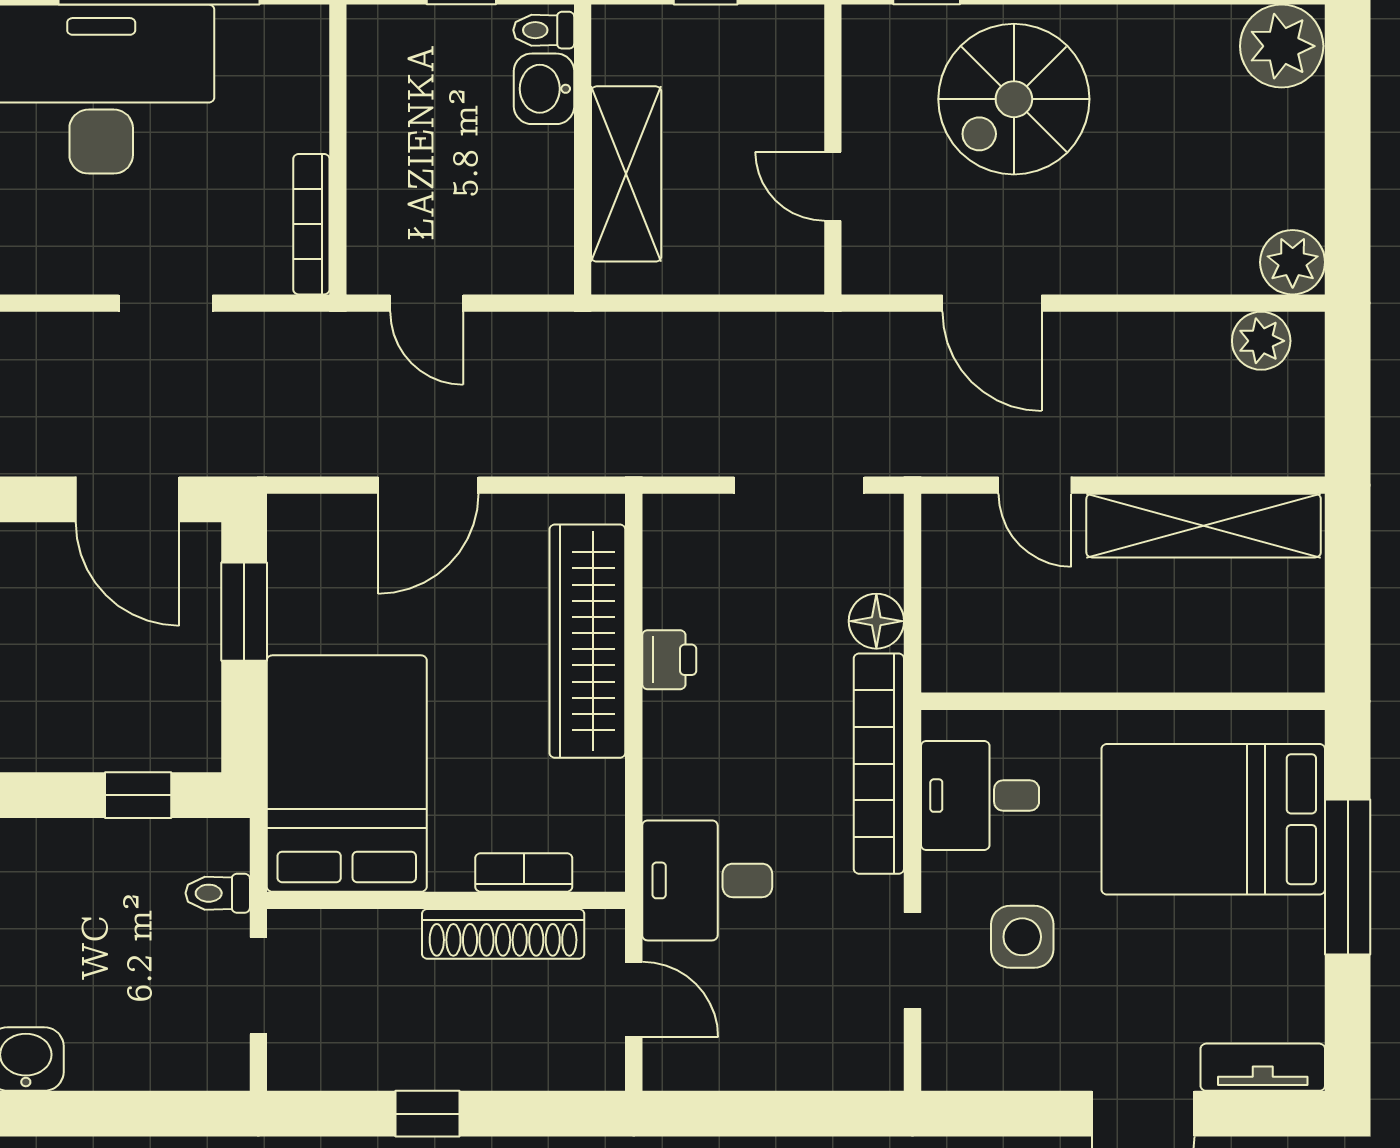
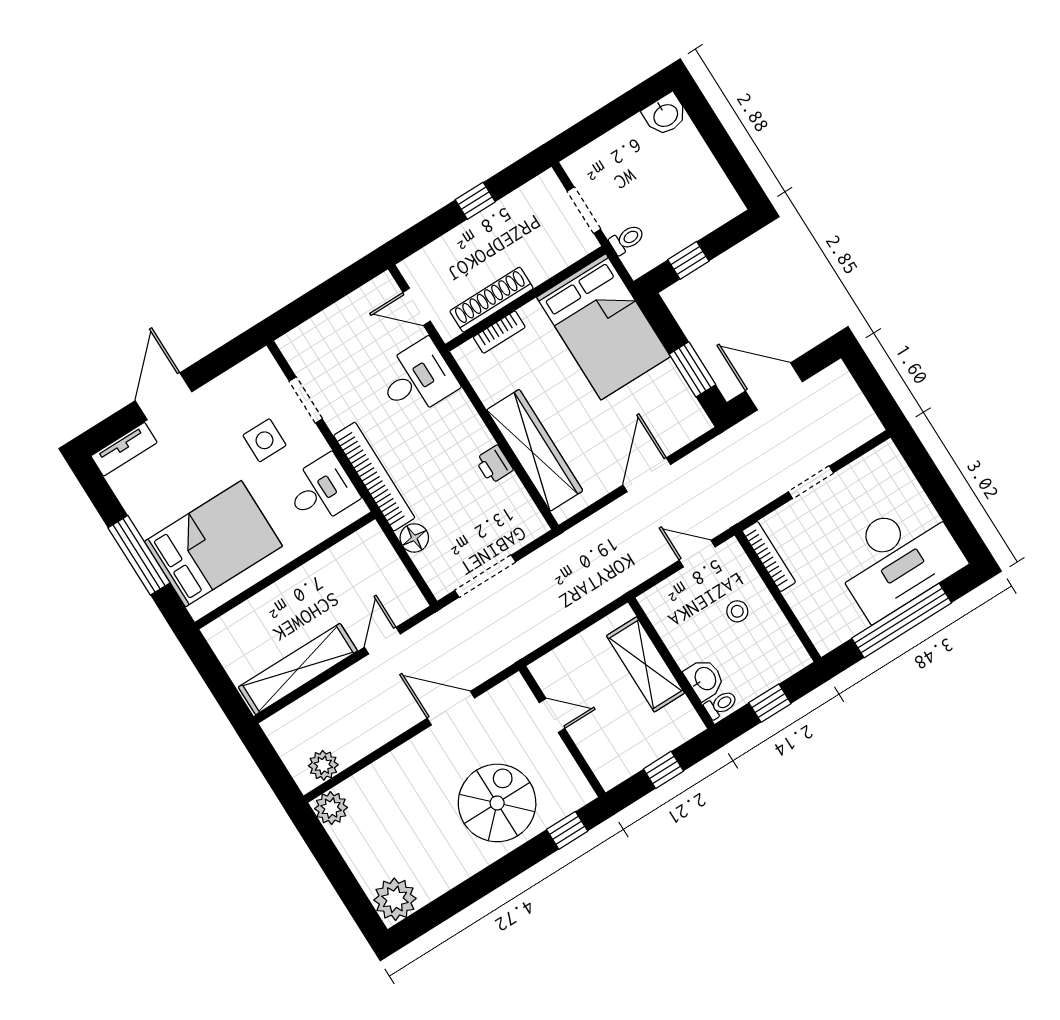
stool: (420, 167) -> (737, 611), added
door: (1035, 485) -> (382, 641), hinge flipped

